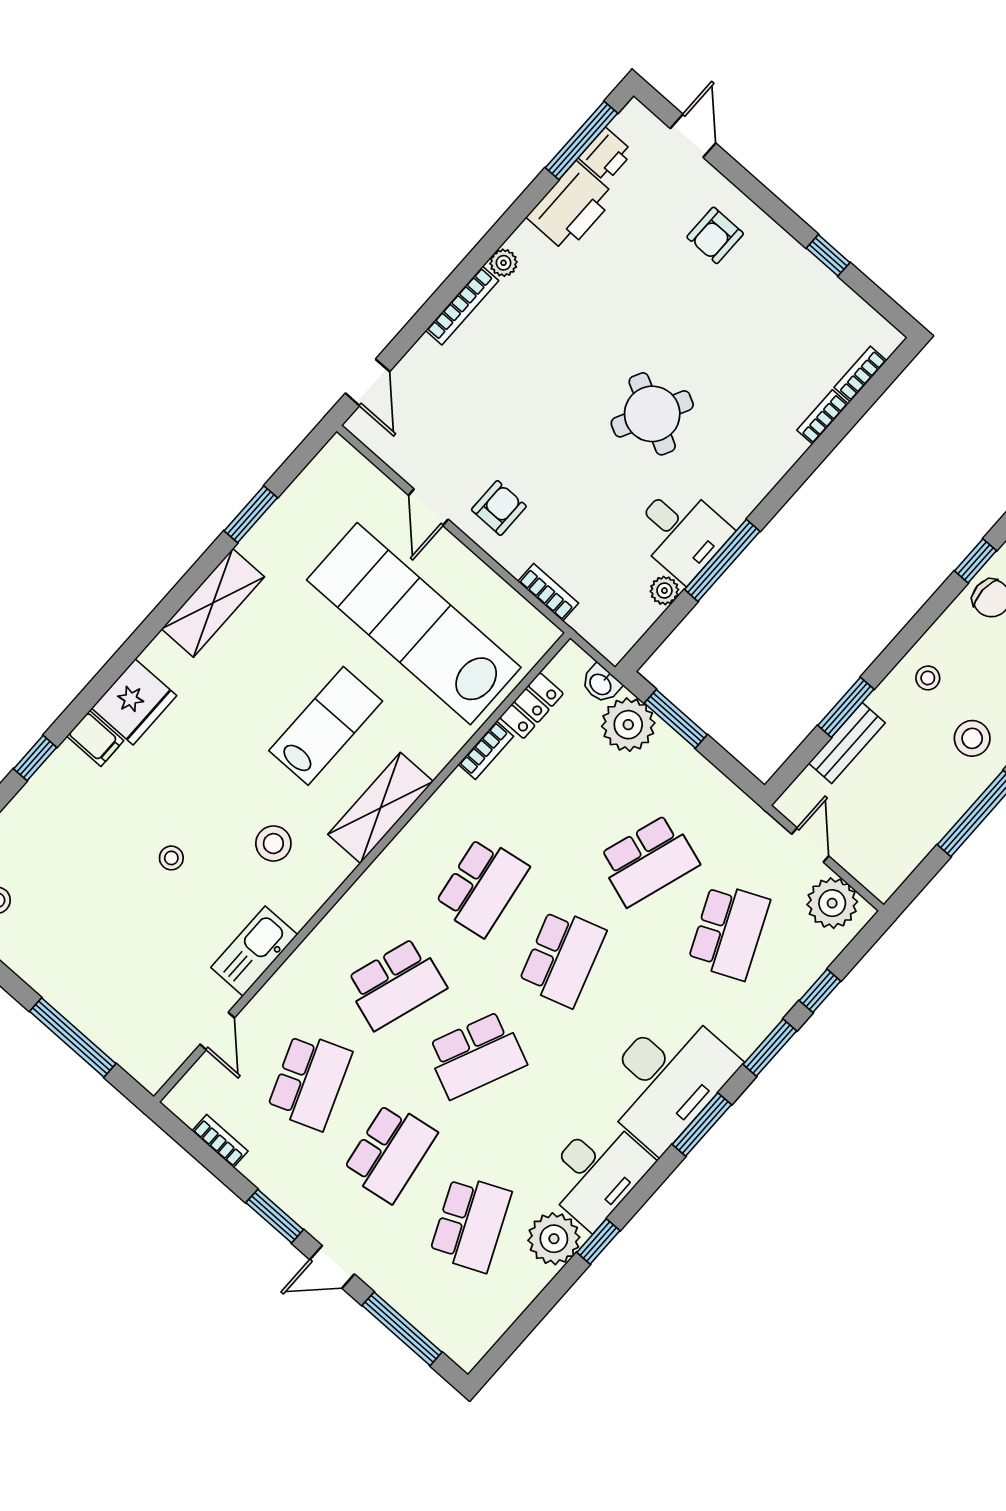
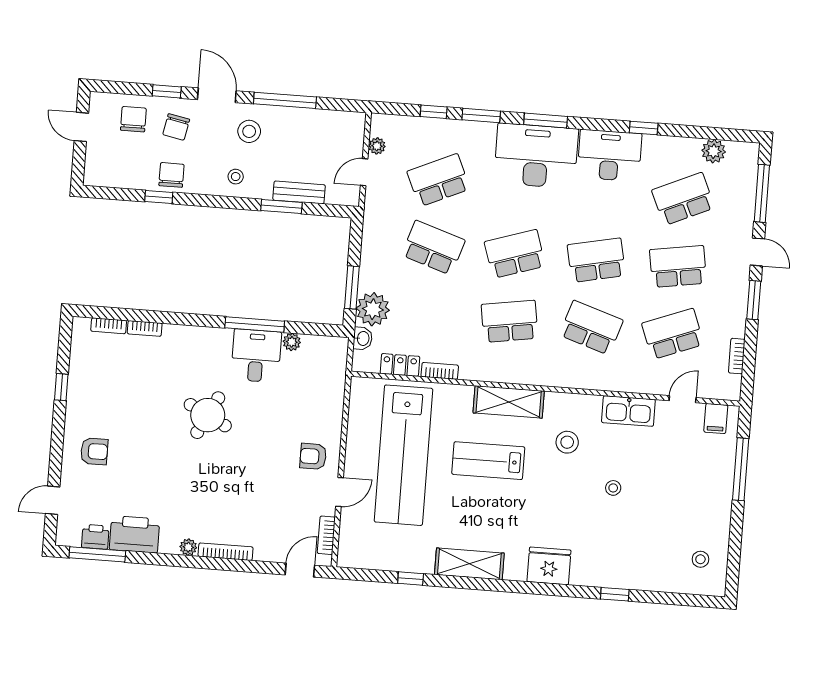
window: (251, 514) -> (411, 579), width x0.67
bookcase: (548, 592) -> (326, 535), moved
filing cabinet: (95, 738) -> (716, 419), moved, turned 180
plant: (832, 903) -> (377, 146), width x0.53, depth x0.53
school desk: (476, 1055) -> (596, 260), turned -36
plant: (554, 1239) -> (714, 151), moved, width x0.73, depth x0.73

